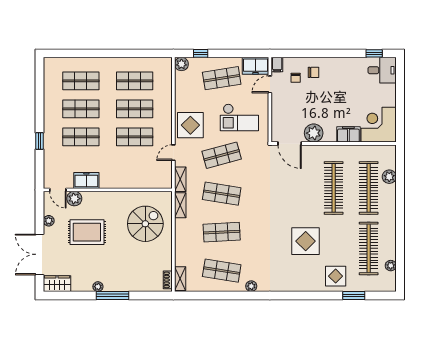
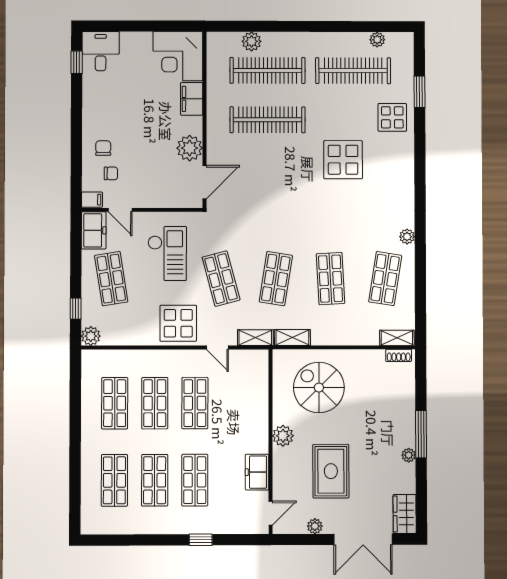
plant: (74, 199) -> (283, 436), moved

